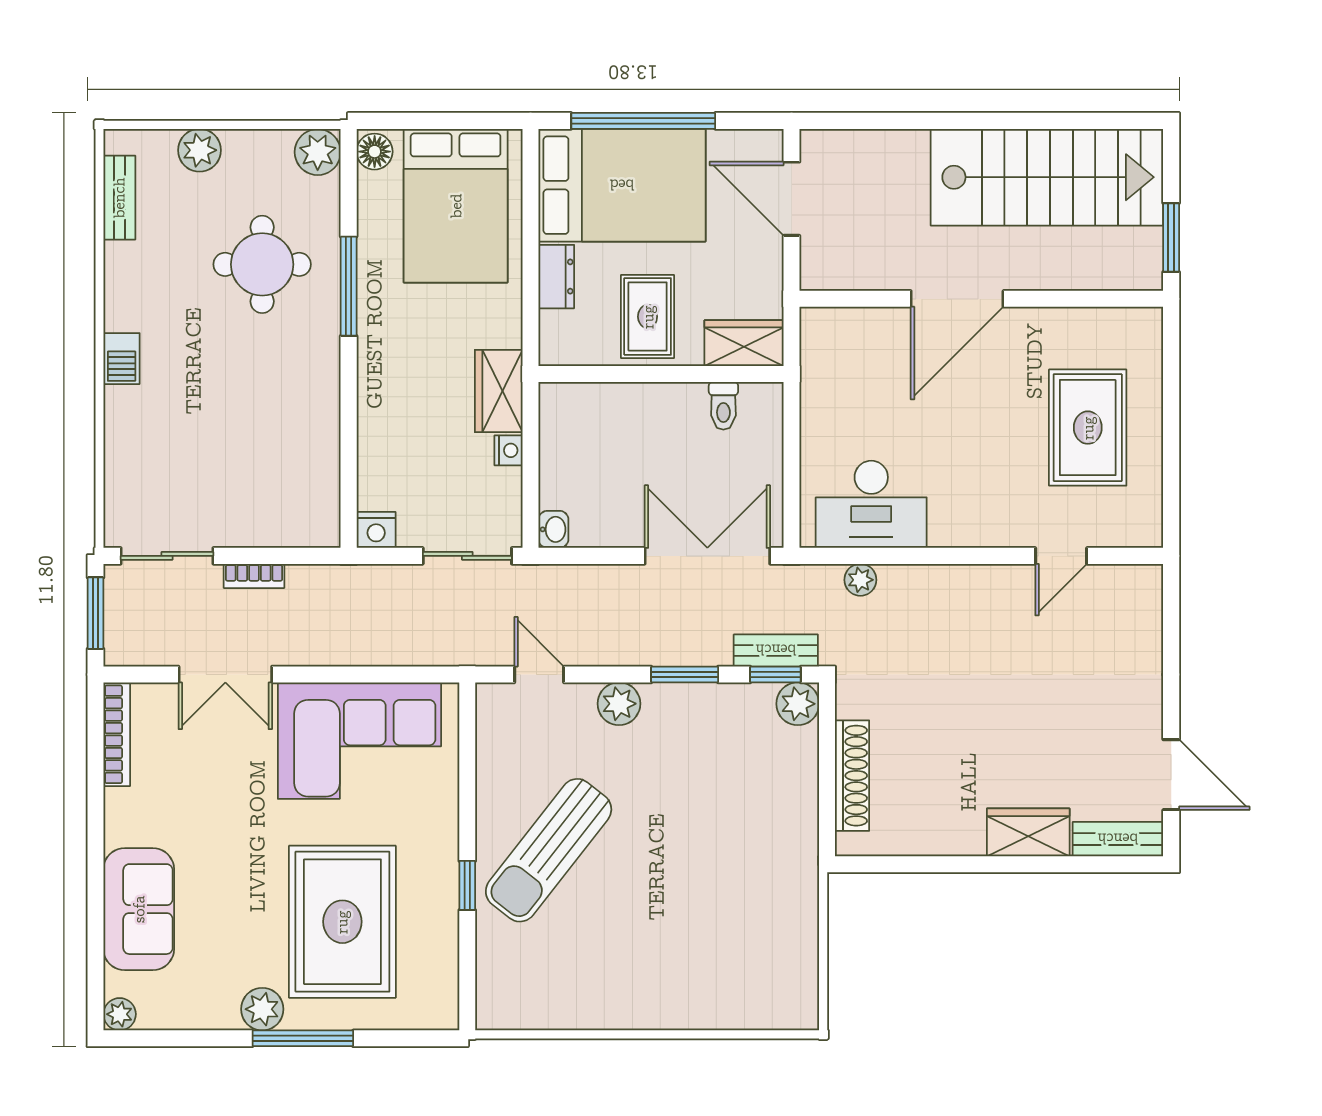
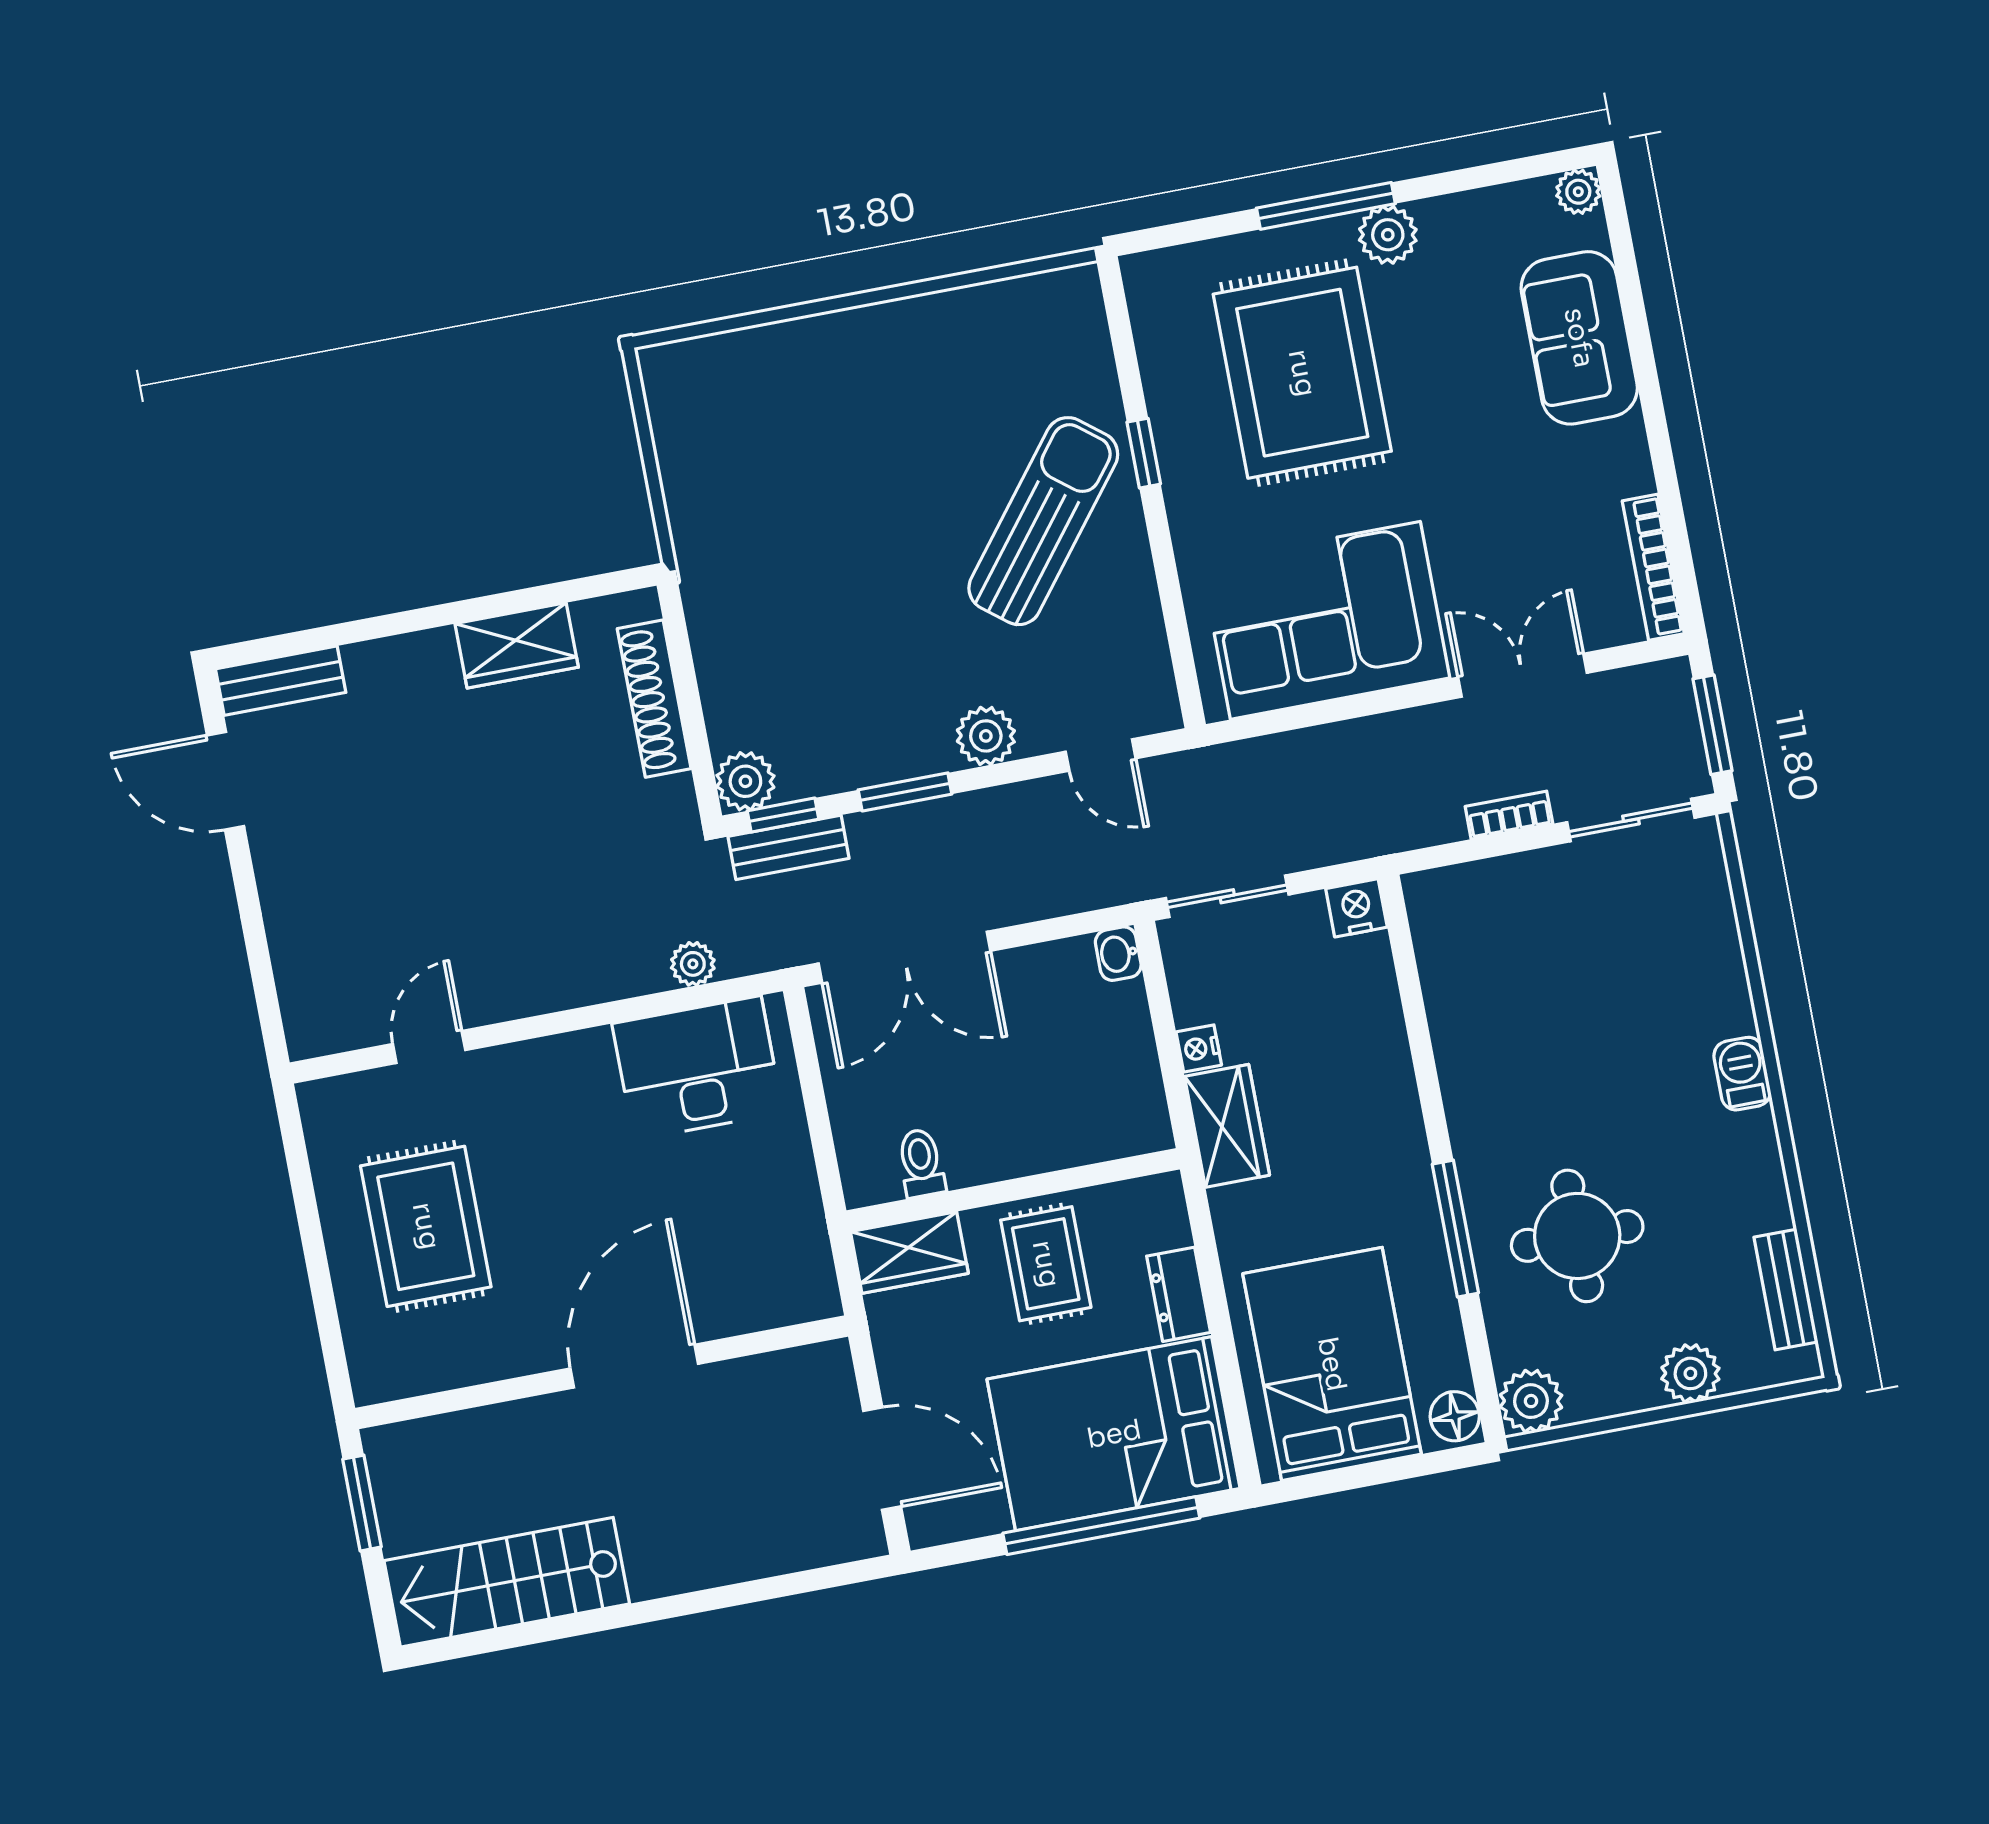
stairs: (1047, 177) -> (507, 1582), width x0.73, depth x0.66
wardrobe: (1028, 832) -> (517, 645), moved

